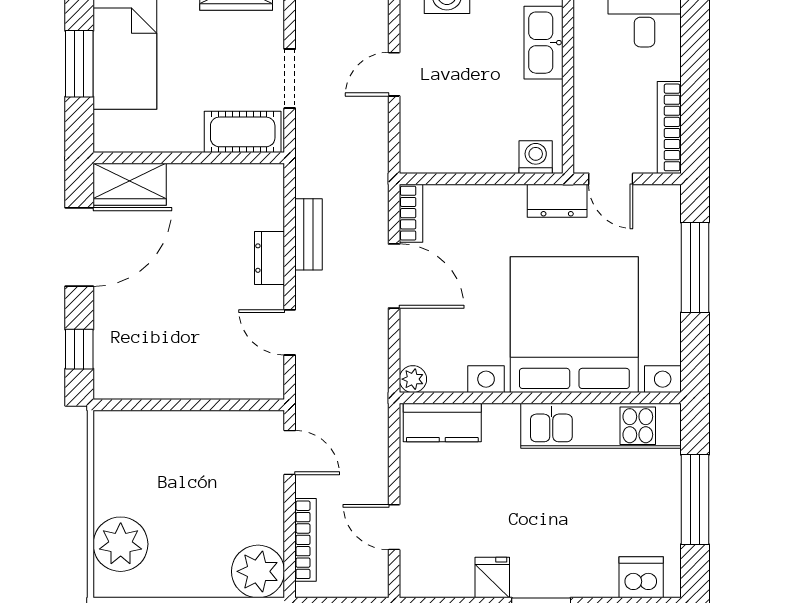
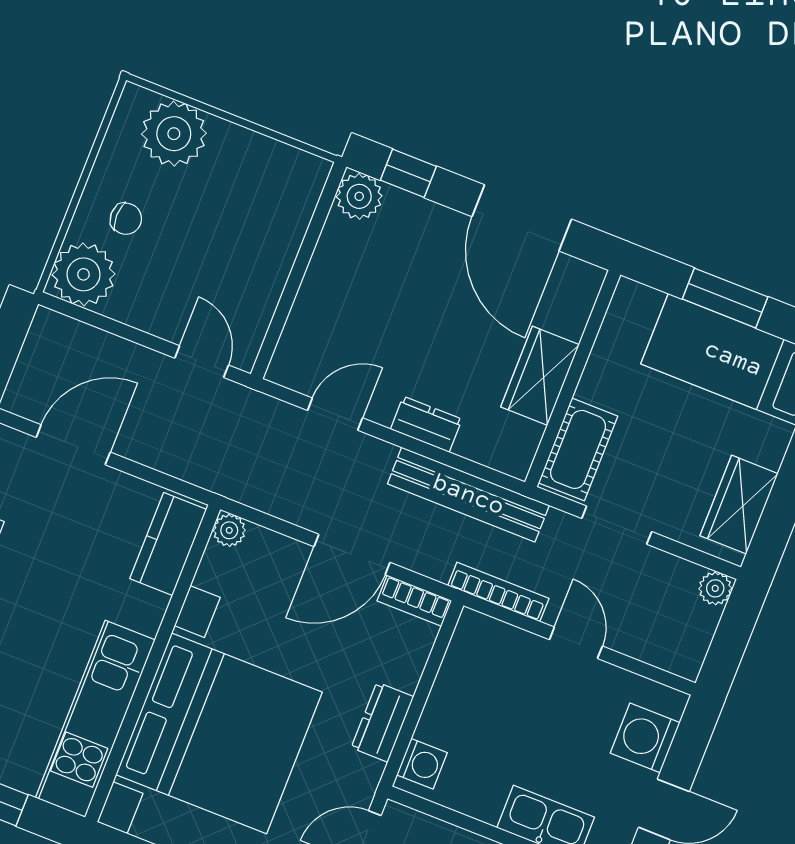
wardrobe: (130, 184) -> (540, 376), moved
dresser: (557, 201) -> (382, 722), moved
bench: (309, 234) -> (468, 495), width x1.86, depth x1.21
plant: (112, 380) -> (359, 196), added
door: (290, 453) -> (202, 362), swing flipped
door: (394, 527) -> (73, 445), width x1.38
bookcase: (306, 540) -> (498, 592), moved, turned 180
chair: (202, 555) -> (126, 219), added

